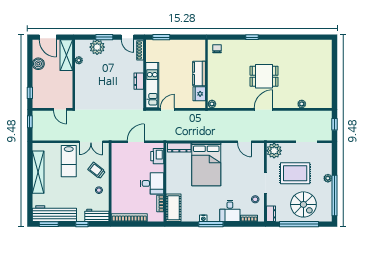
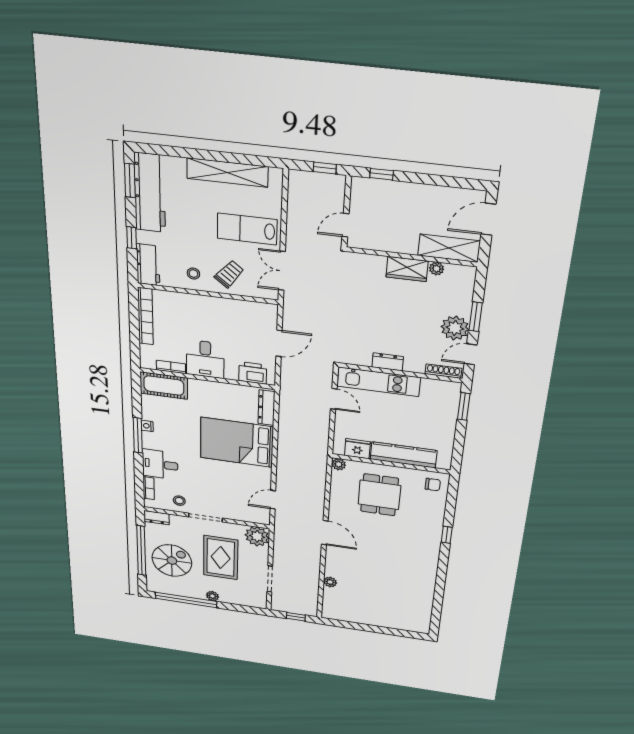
plant: (97, 47) -> (455, 328), moved
boiler: (38, 64) -> (438, 196), removed
kitchen counter: (199, 73) -> (403, 455), width x1.50
wardrobe: (81, 76) -> (407, 269), added
dining table: (264, 76) -> (379, 495), moved
door: (136, 142) -> (279, 343), hinge flipped
spiral stairs: (303, 204) -> (172, 561), turned 180

